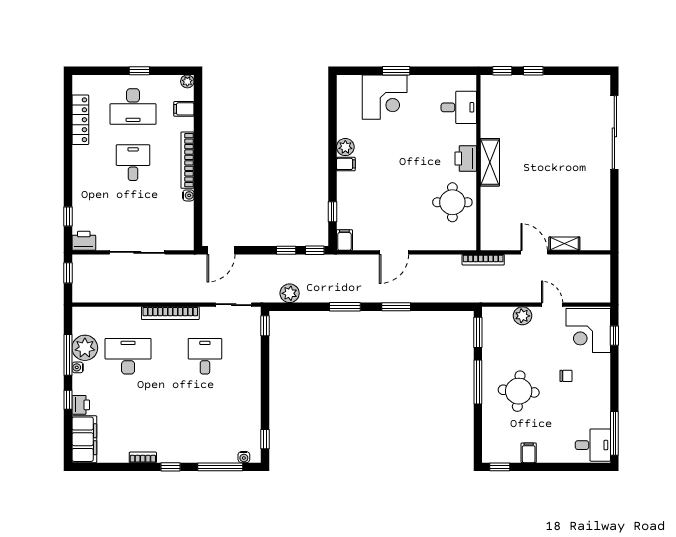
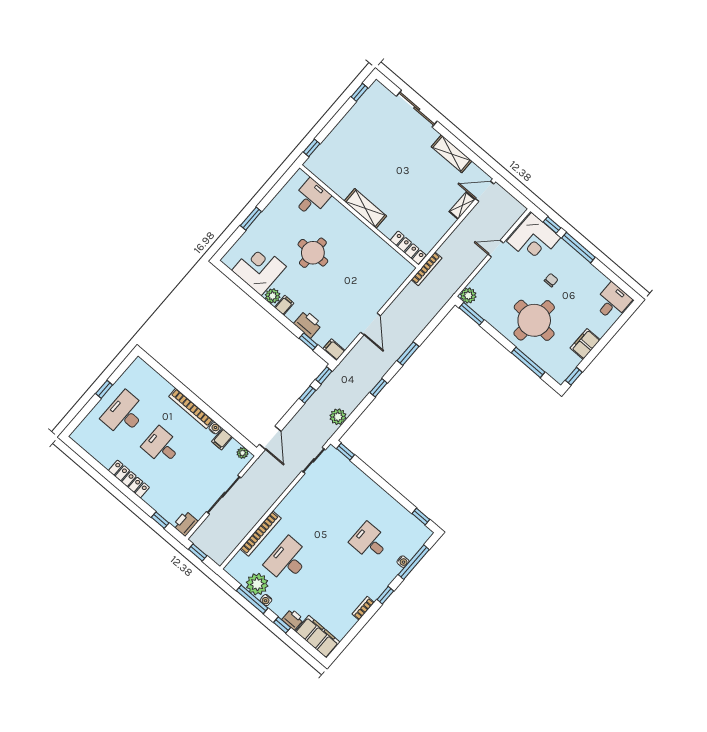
window: (533, 71) -> (359, 92), moved
plant: (187, 81) -> (243, 453), moved
corner desk: (385, 97) -> (259, 268), moved, turned -90
desk: (133, 107) -> (124, 414), turned 180
filing cabinet: (184, 109) -> (222, 439), moved
locker: (80, 120) -> (129, 479), moved
sliding door: (614, 132) -> (417, 109), width x0.73
printer: (466, 158) -> (308, 324), moved, turned 180
shelving: (601, 196) -> (452, 154), added
round table: (452, 202) -> (313, 253), moved
locker: (488, 228) -> (408, 248), added
door: (534, 252) -> (485, 191), moved
window: (345, 307) -> (379, 388), width x0.67
bookcase: (170, 313) -> (261, 534), moved
plant: (522, 316) -> (468, 296), moved
desk: (205, 356) -> (369, 542), moved
window: (478, 382) -> (528, 362), moved
round table: (519, 391) -> (534, 320), width x1.36, depth x1.36
window: (614, 433) -> (578, 248), moved
filing cabinet: (529, 453) -> (585, 344), width x2.00
water cooler: (244, 457) -> (403, 562), moved

